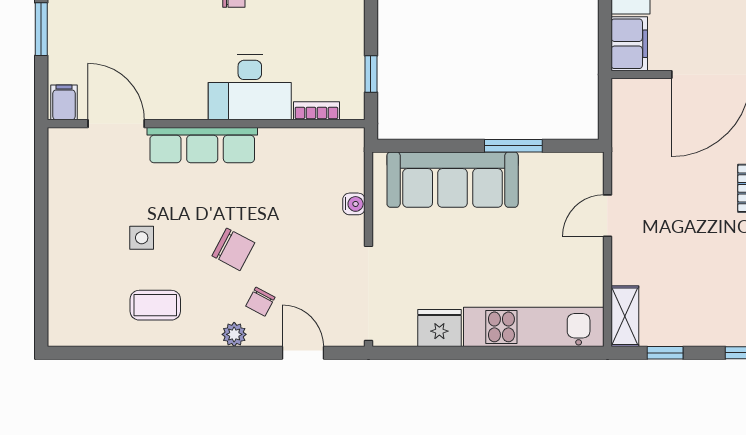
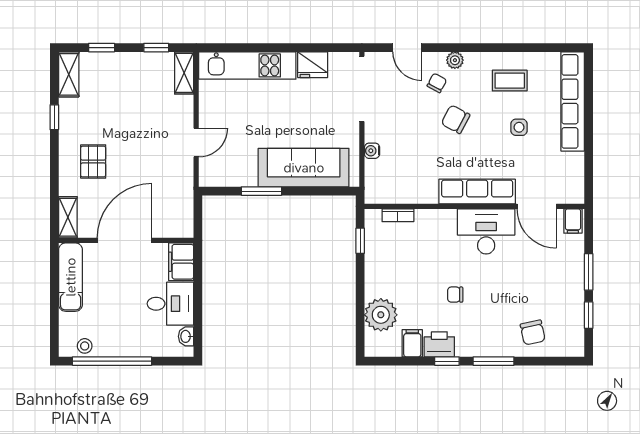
desk: (250, 87) -> (486, 231), moved
row of seats: (64, 275) -> (573, 101), added

